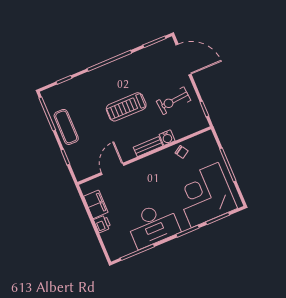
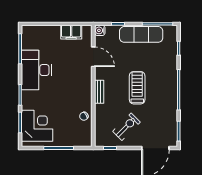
exercise bike: (174, 101) -> (126, 127), turned 50
exercise mat: (66, 127) -> (141, 34), width x1.36, depth x1.45
water cooler: (167, 138) -> (100, 30), moved
corner desk: (205, 195) -> (37, 126), width x0.74, depth x0.74
printer: (102, 224) -> (54, 31), removed

